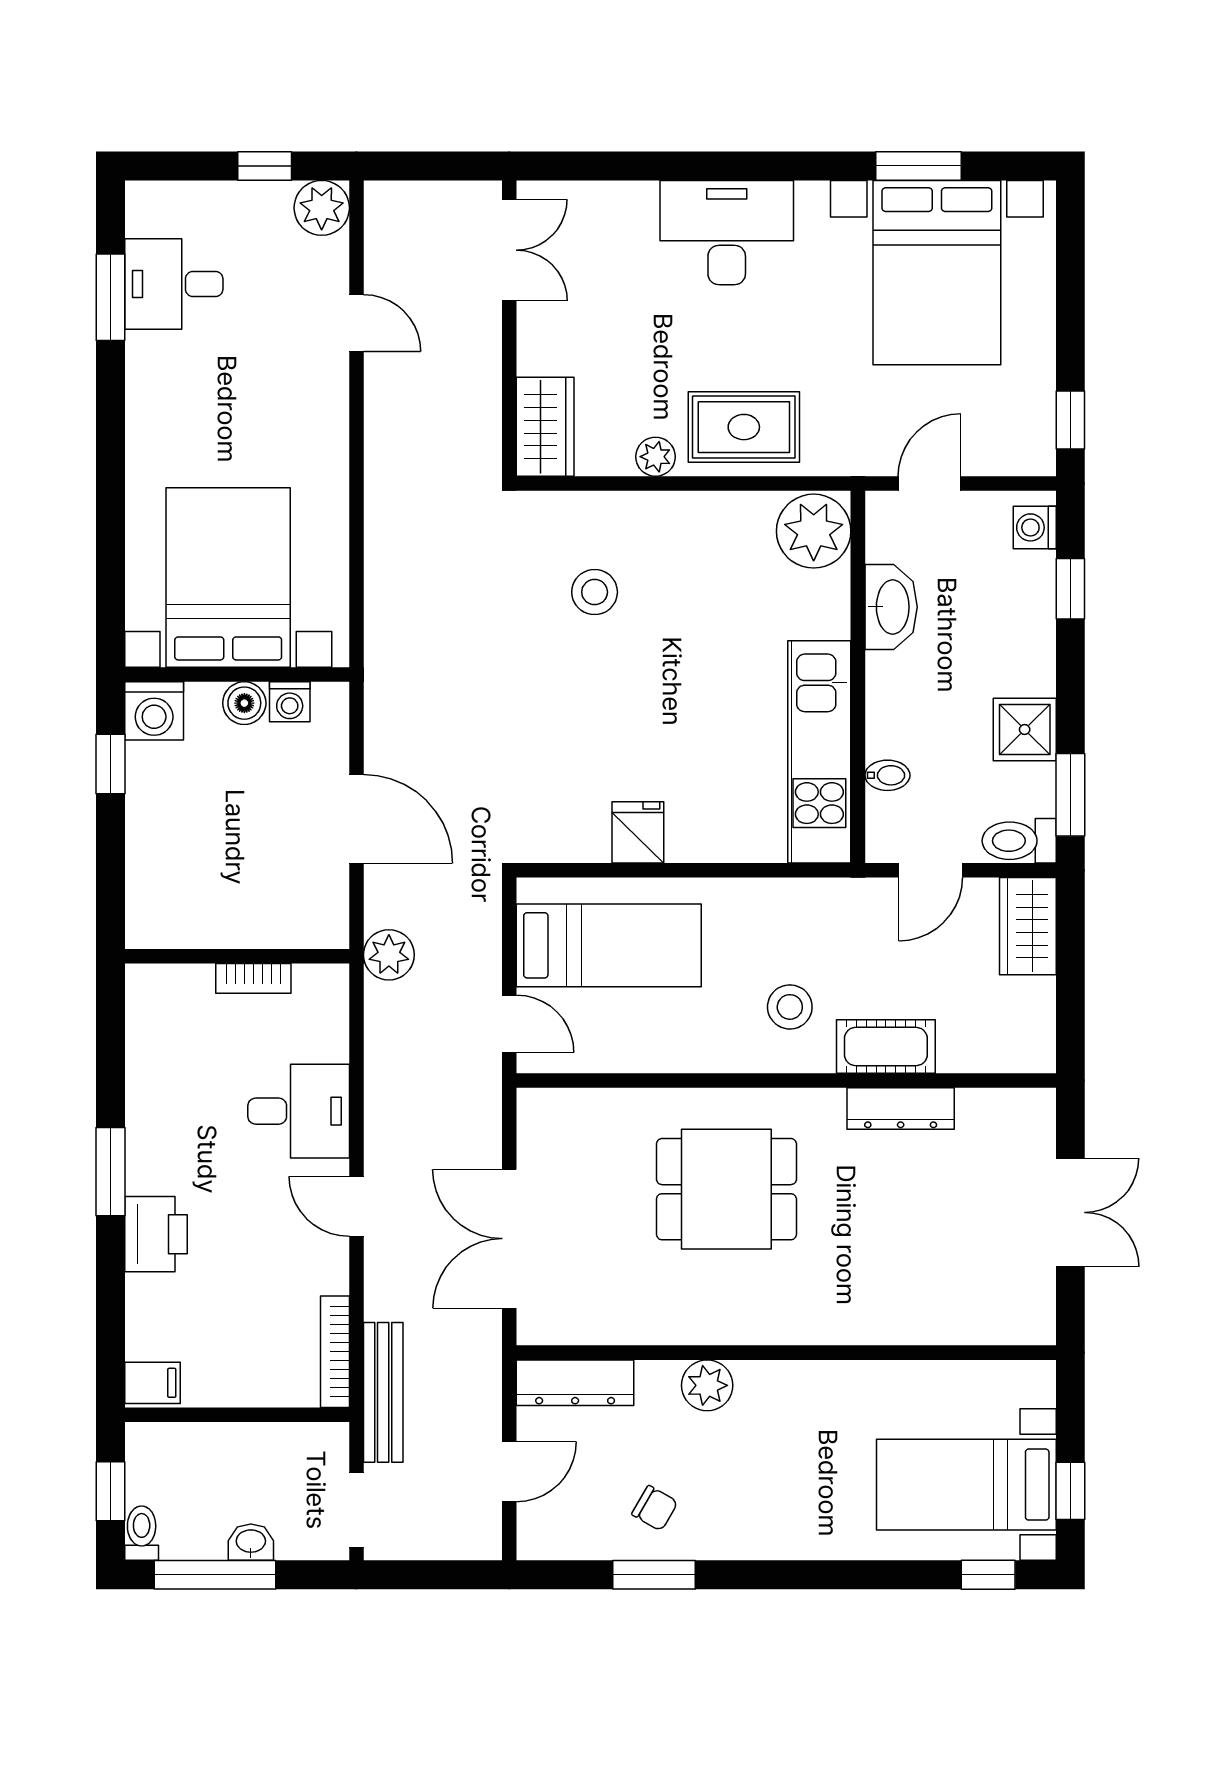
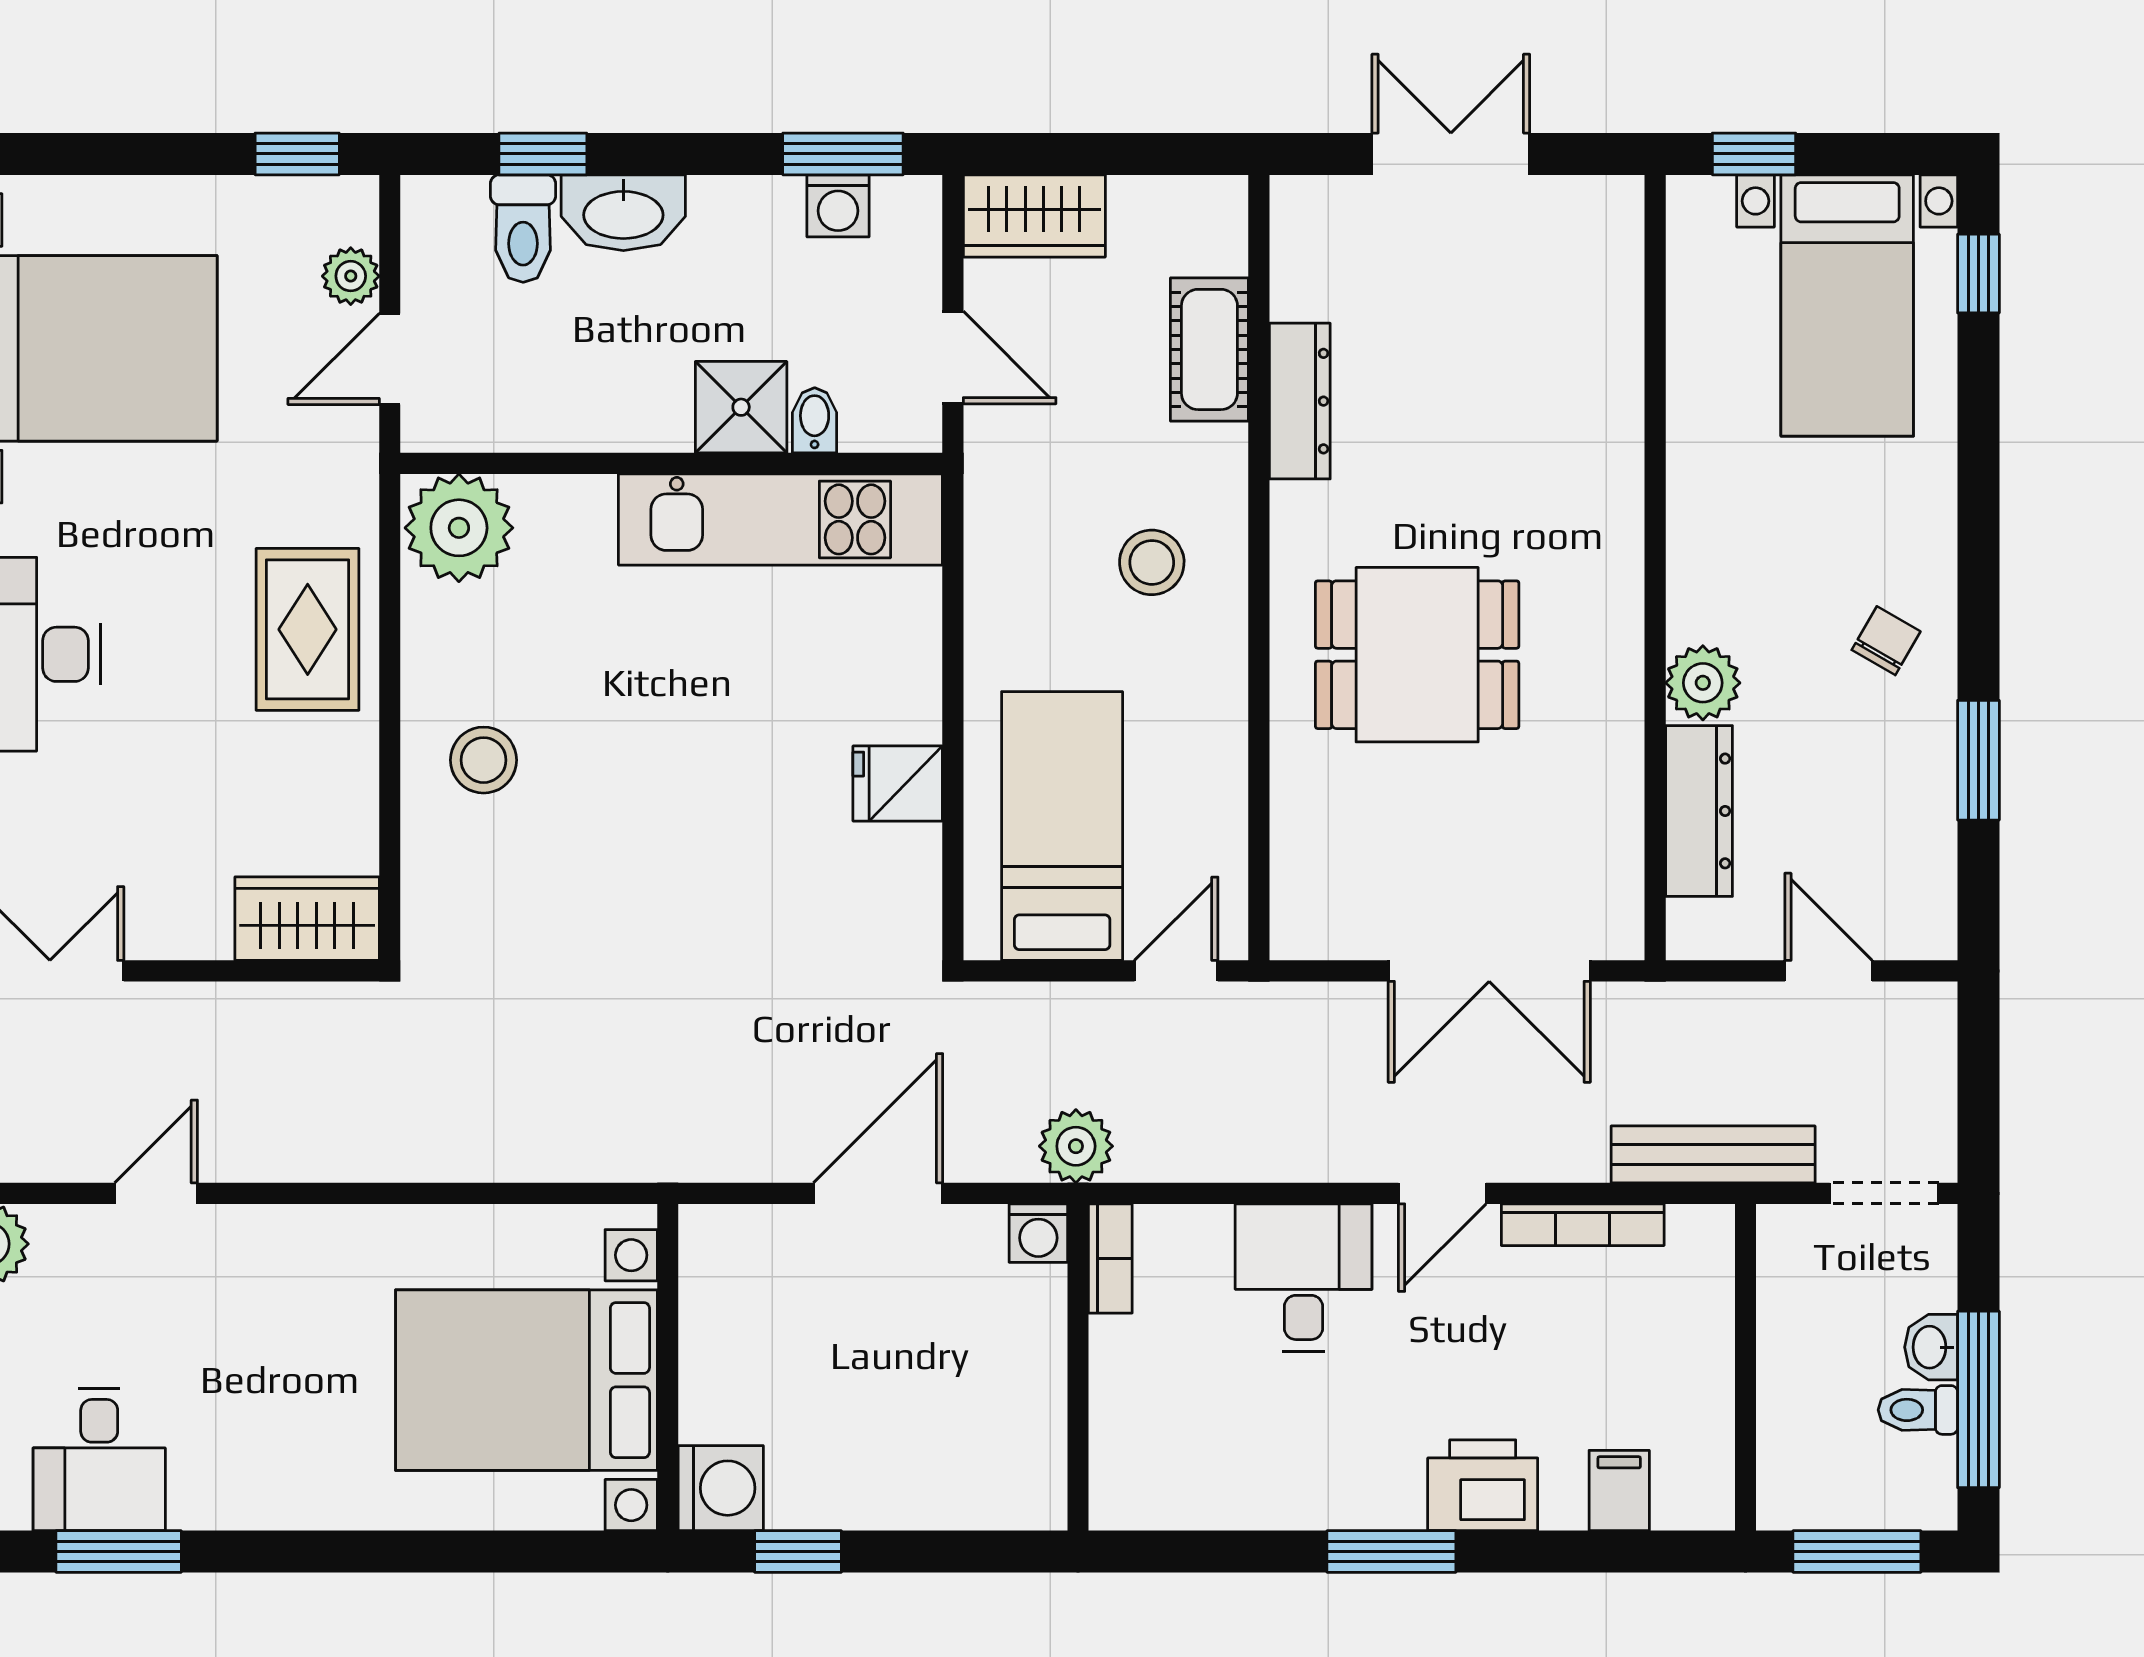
plant: (656, 457) -> (351, 276), moved
door: (930, 483) -> (390, 359), hinge flipped
washing machine: (1035, 527) -> (838, 206), moved
stool: (595, 592) -> (484, 760), moved
washbasin: (891, 607) -> (623, 213), moved, turned 180
washing machine: (290, 702) -> (1038, 1233), moved, turned 90
boiler: (244, 703) -> (709, 1357), removed
shower: (1025, 729) -> (741, 407), moved
toilet: (1019, 841) -> (523, 229), moved
bookcase: (253, 978) -> (1110, 1258), moved
cot: (886, 1047) -> (1209, 349), moved
dining table: (726, 1189) -> (1417, 655), turned 90
bookcase: (335, 1352) -> (1583, 1225), moved
filing cabinet: (152, 1383) -> (1619, 1490), moved
dresser: (575, 1383) -> (1699, 811), moved
window: (111, 1491) -> (1857, 1551), width x1.50
window: (1070, 1491) -> (1754, 154), moved
chair: (655, 1508) -> (1886, 641), moved
toilet: (142, 1533) -> (1918, 1410), moved

